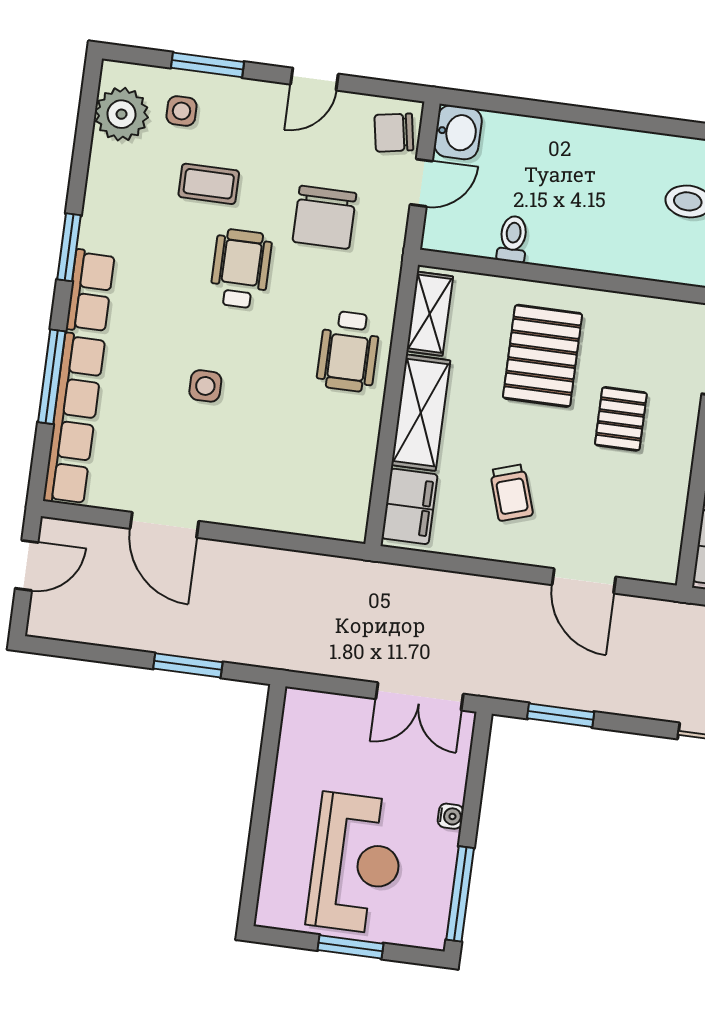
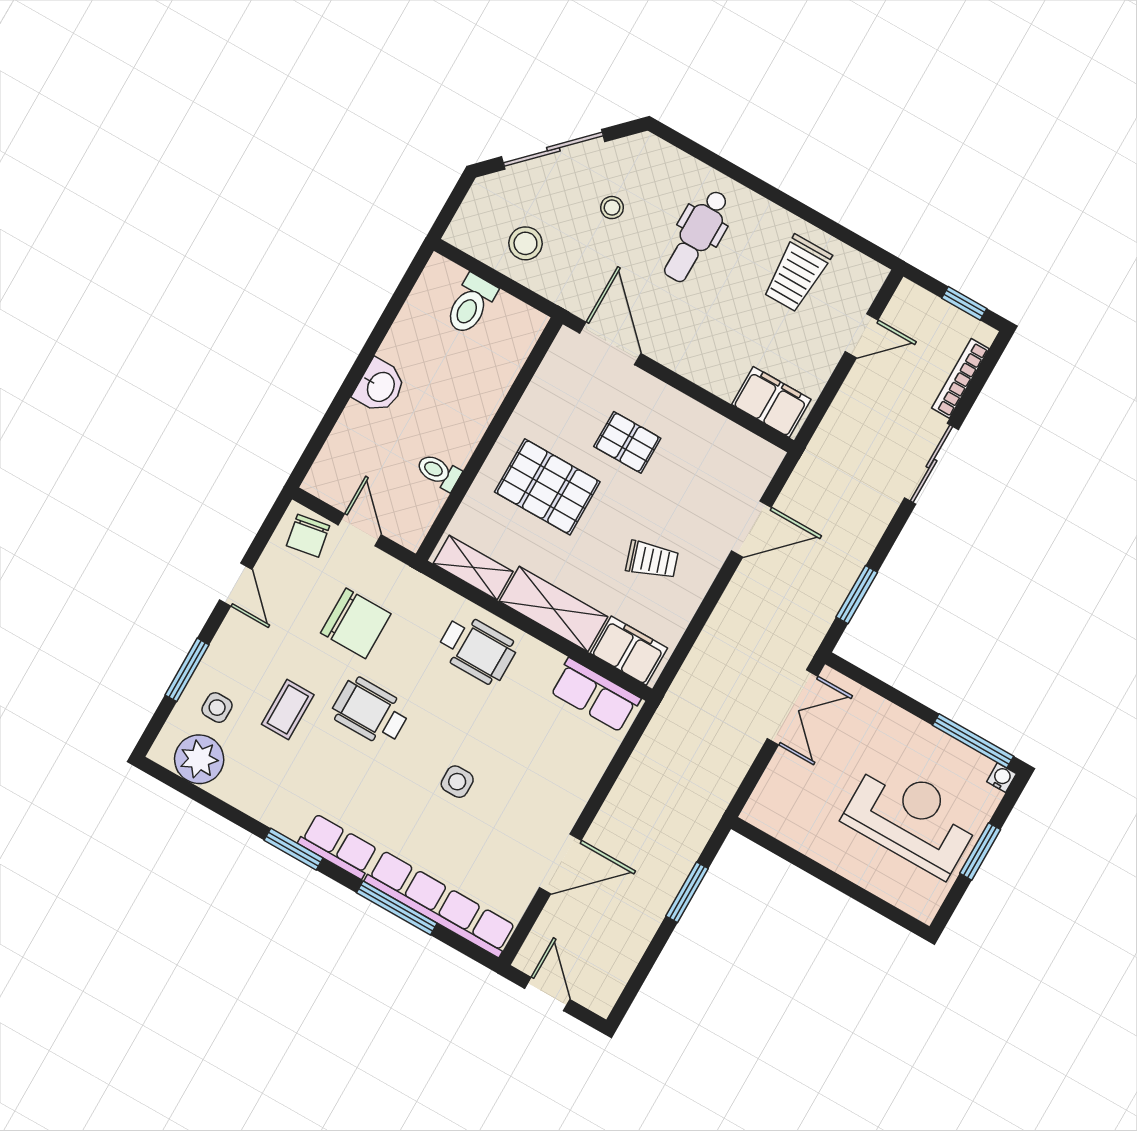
washbasin: (458, 132) -> (380, 386), moved, turned 90
row of seats: (350, 490) -> (595, 695), added
water cooler: (451, 816) -> (1002, 778), moved

